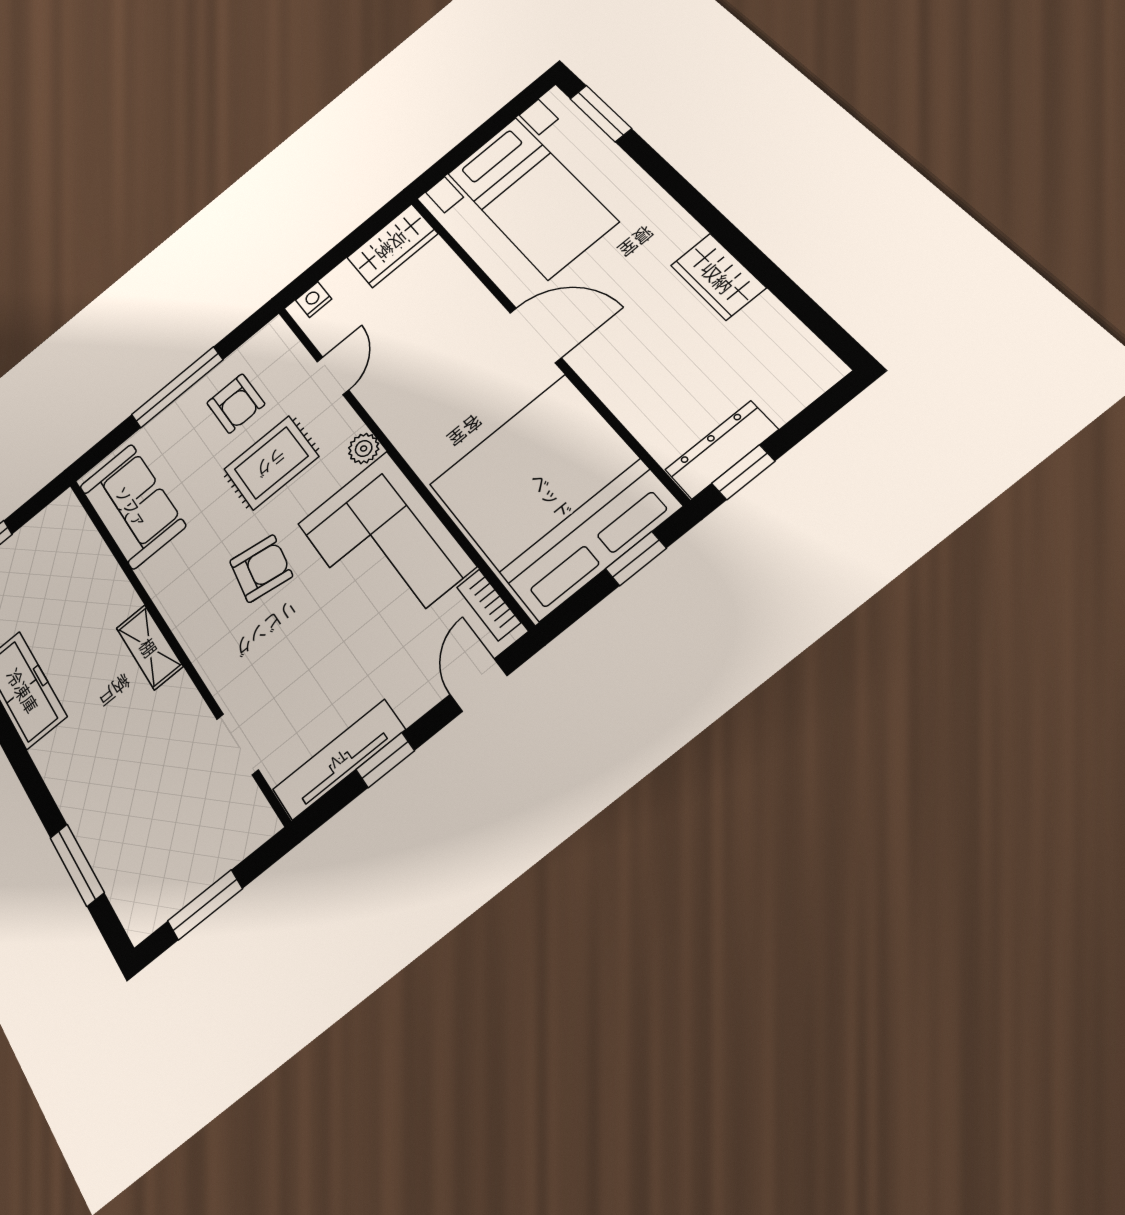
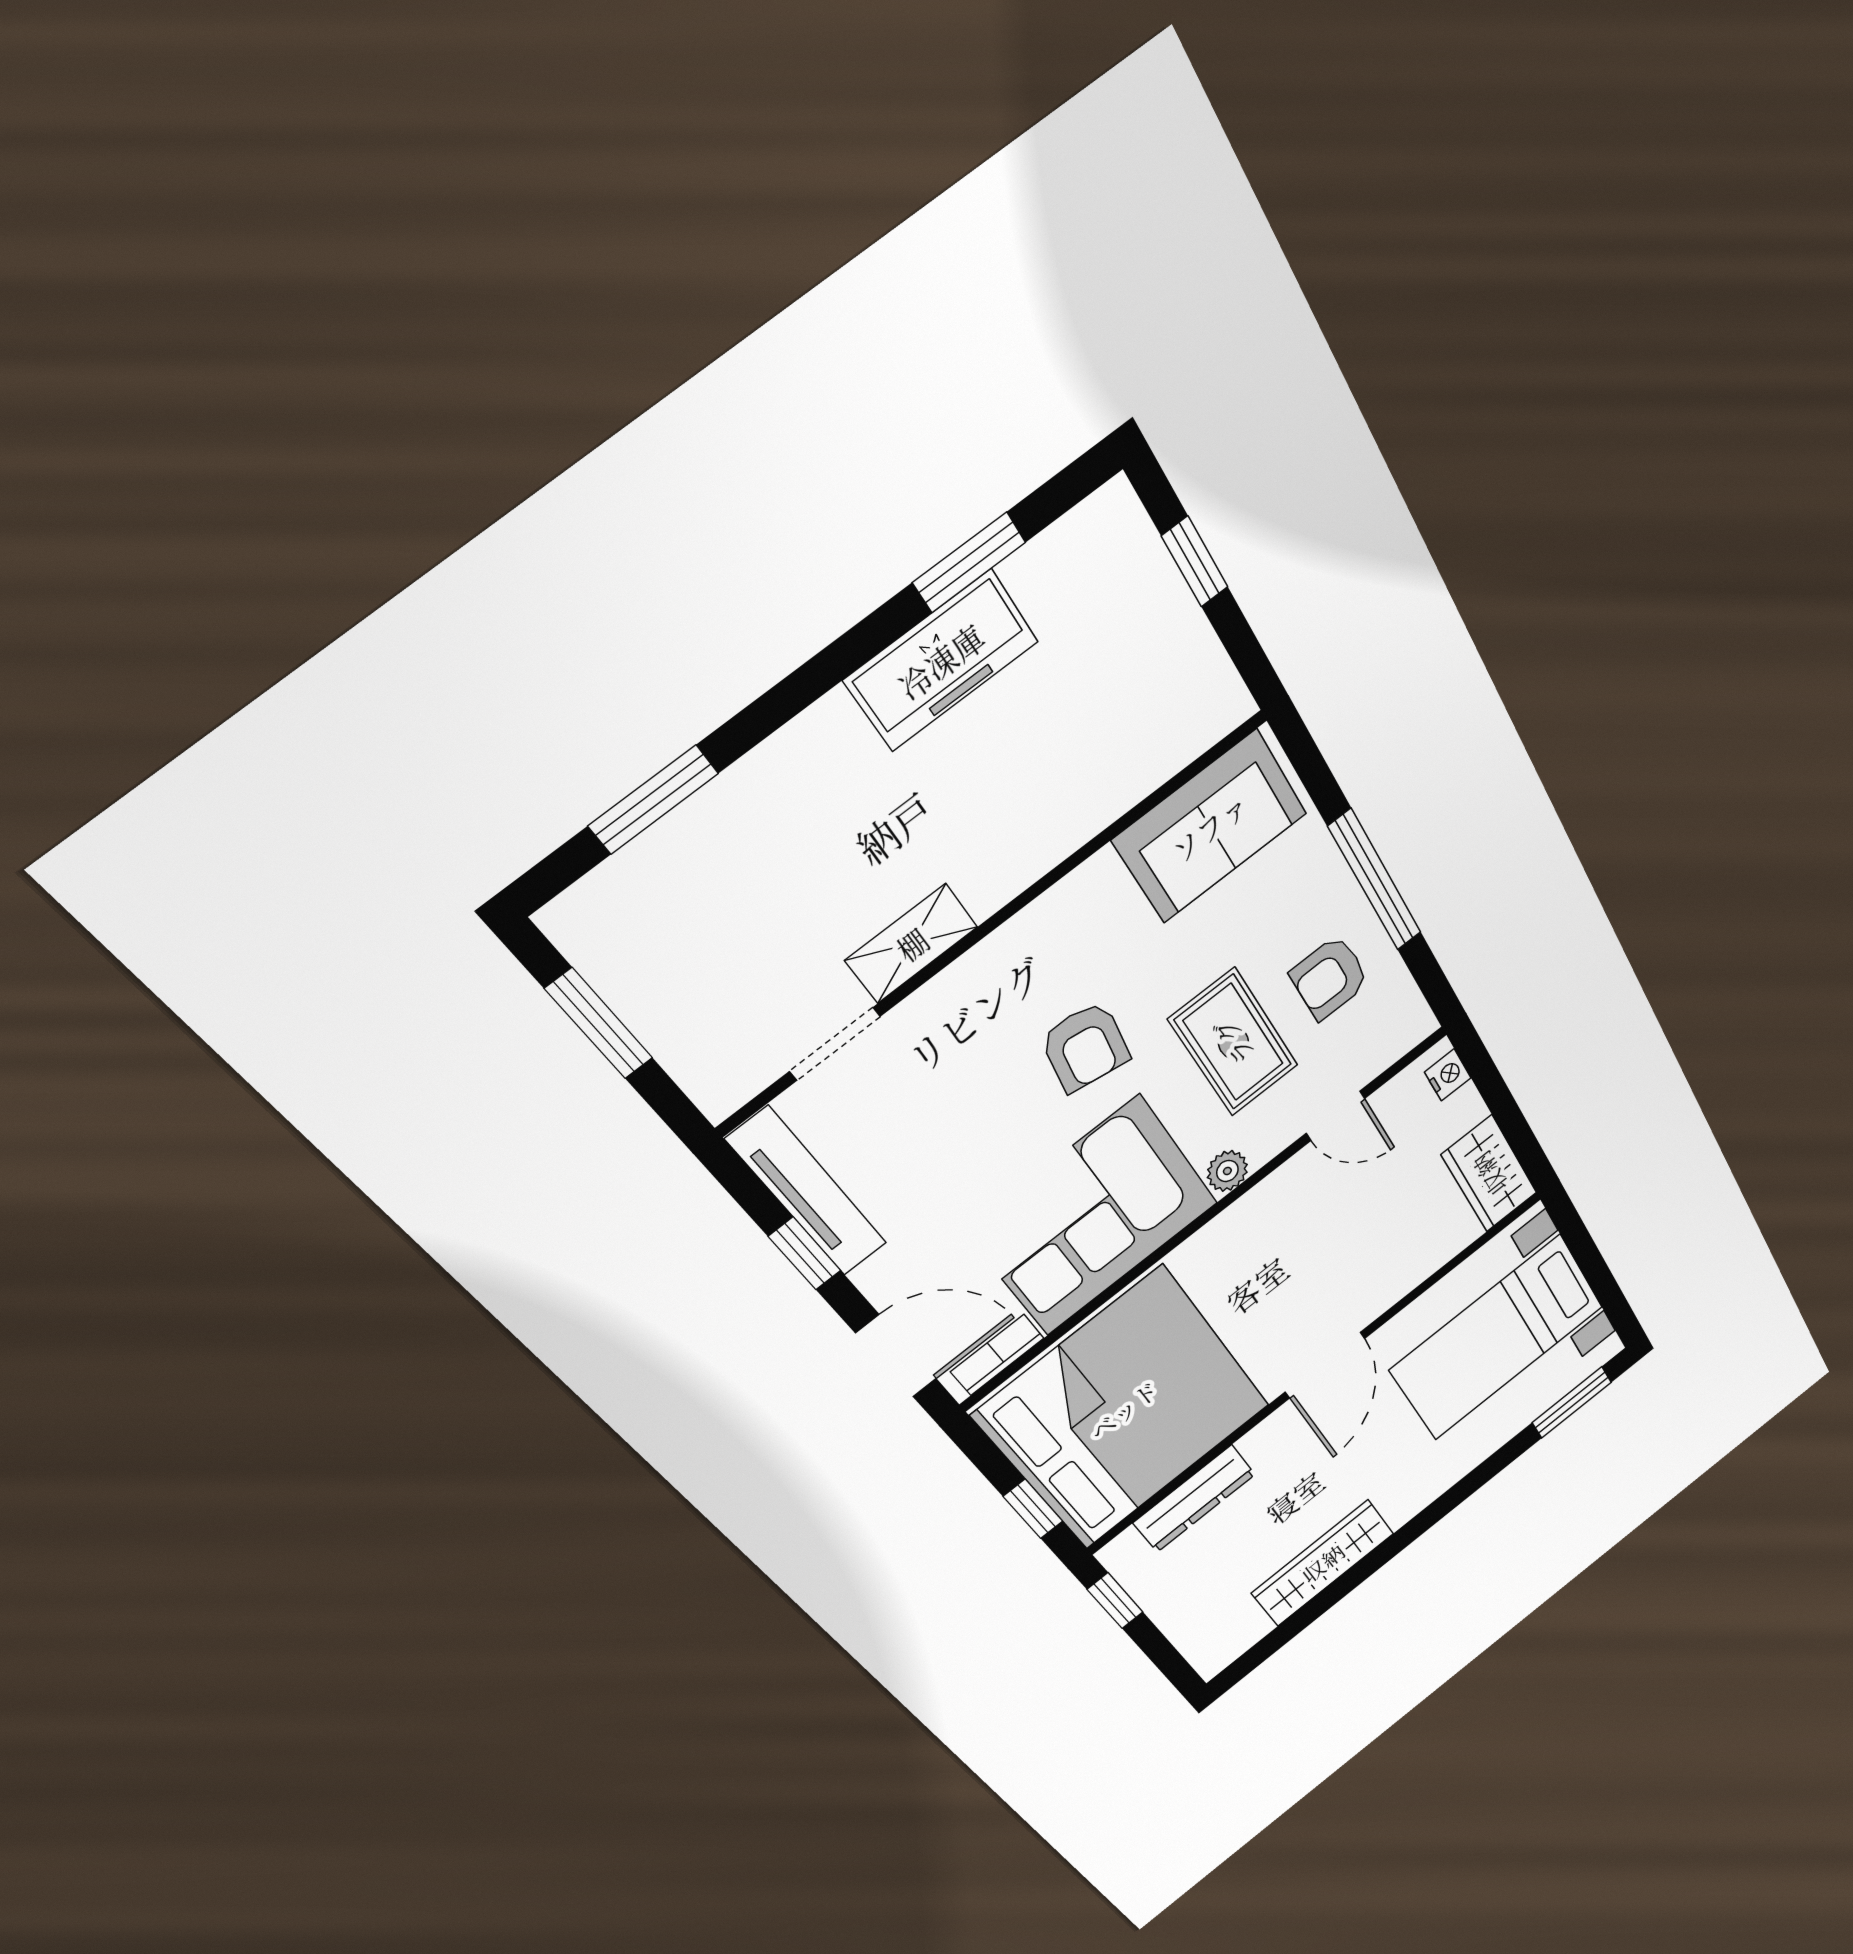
wardrobe: (718, 277) -> (1323, 1563), width x1.50
dresser: (722, 450) -> (1194, 1499), moved, turned 90
shelving: (149, 647) -> (912, 944), moved
door: (478, 685) -> (896, 1356), width x1.38

